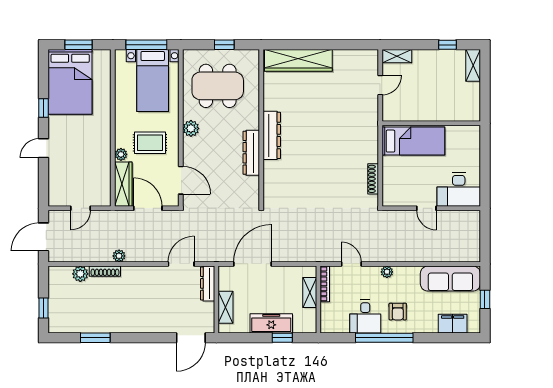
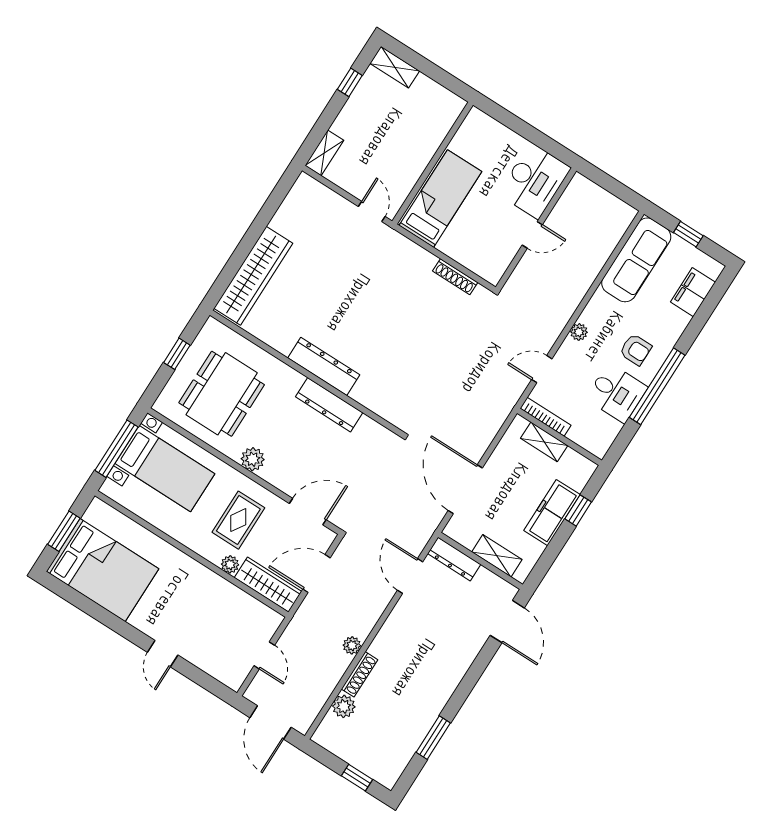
door: (380, 85) -> (372, 212), moved
window: (44, 108) -> (114, 623), removed

